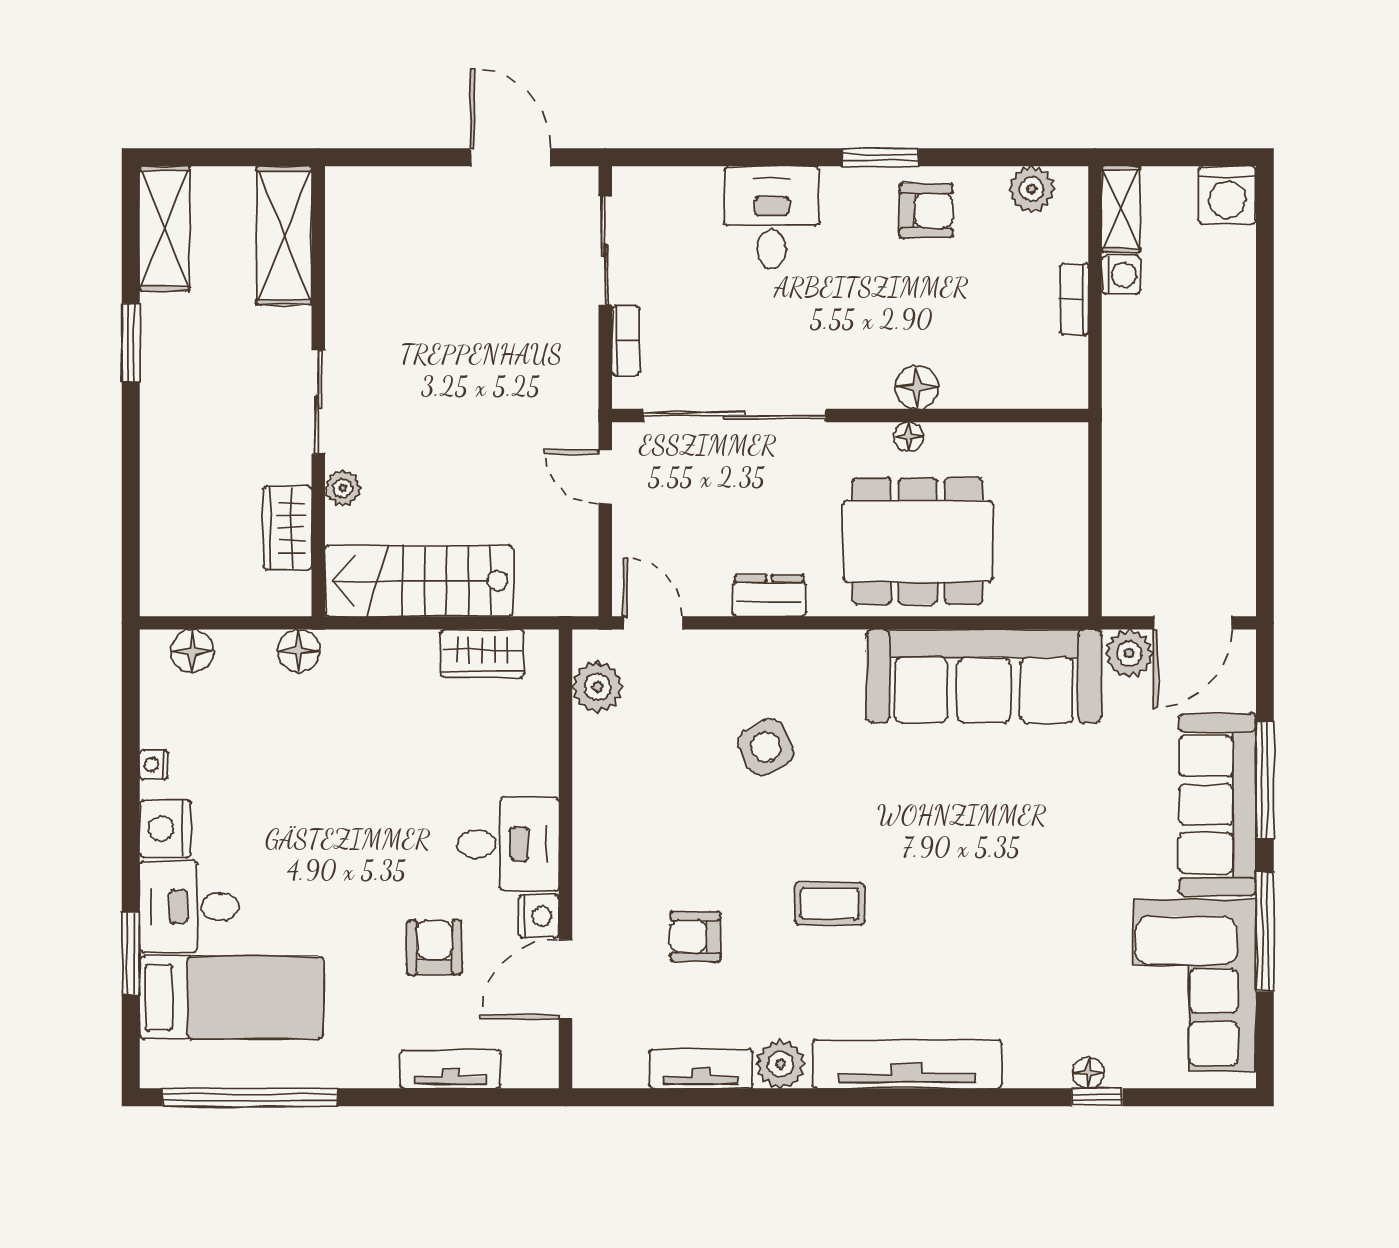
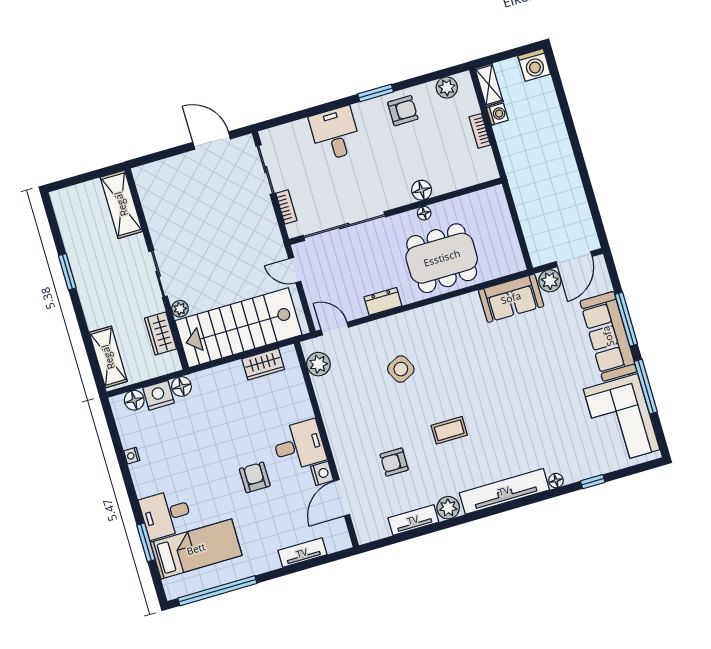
shelving: (165, 229) -> (108, 357), moved
stairs: (419, 581) -> (238, 328), width x1.36, depth x1.51
sofa: (984, 676) -> (511, 298), width x0.54, depth x0.79
nightstand: (165, 829) -> (158, 395), moved, turned 90
armchair: (434, 948) -> (255, 477), moved
floor lamp: (1088, 1073) -> (556, 481), moved

